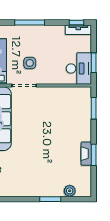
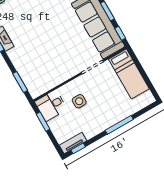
side table: (30, 63) -> (79, 101), moved
desk: (79, 69) -> (51, 106), width x0.73

